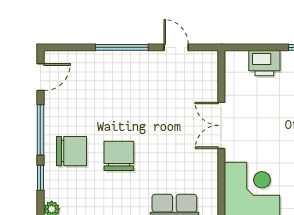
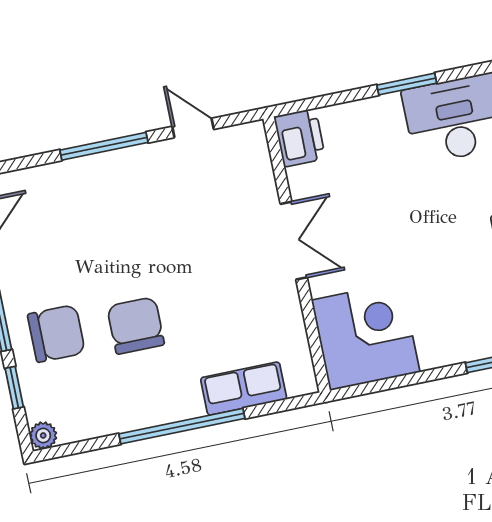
printer: (264, 63) -> (300, 138), moved, turned -90
double door: (221, 125) -> (294, 241), swing flipped

